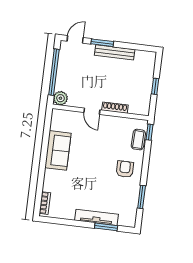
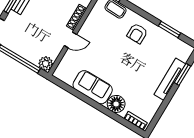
armchair: (125, 169) -> (137, 33), turned -90
floor lamp: (52, 179) -> (116, 104), added

